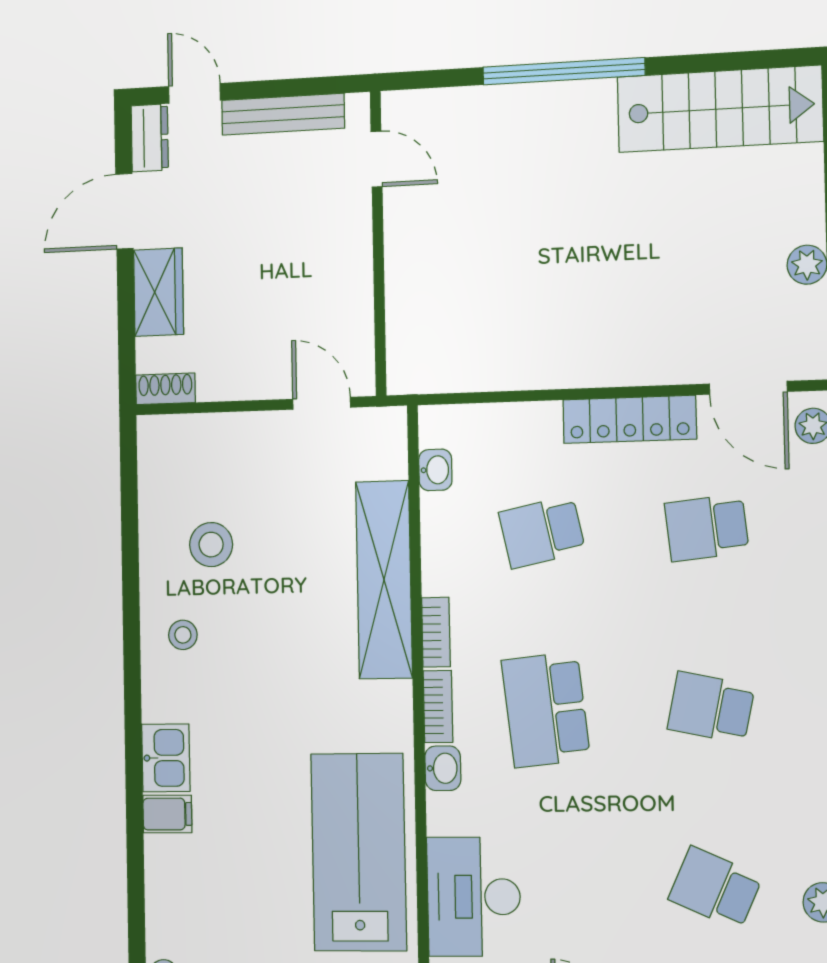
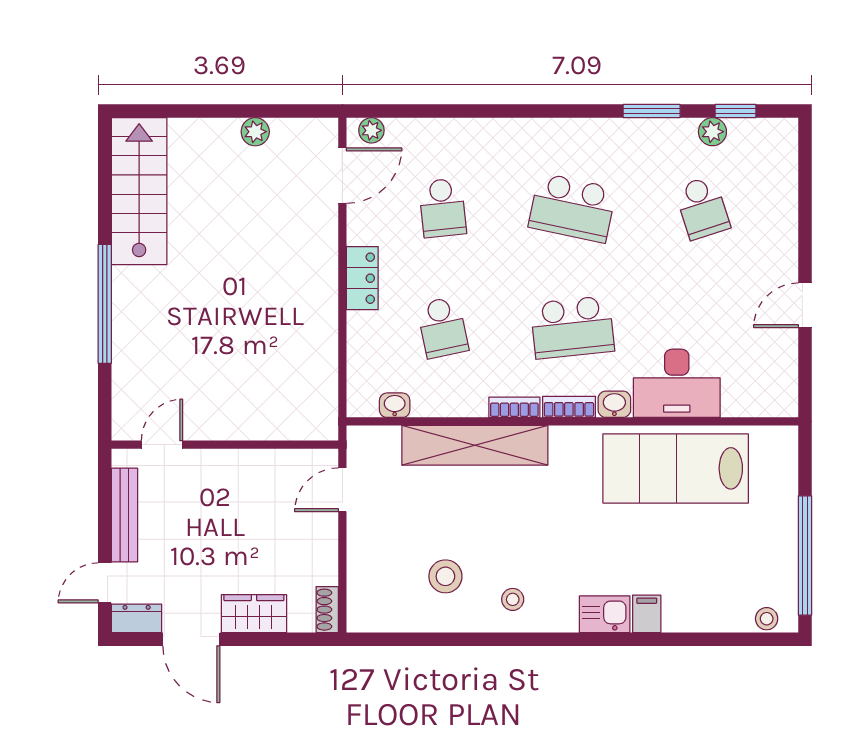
locker: (630, 419) -> (362, 278), width x0.66
school desk: (711, 707) -> (572, 208), width x1.85
school desk: (715, 888) -> (702, 208), turned -42
desk: (474, 897) -> (677, 383), moved

